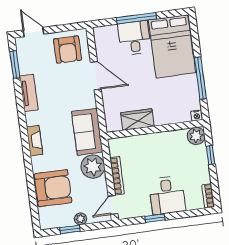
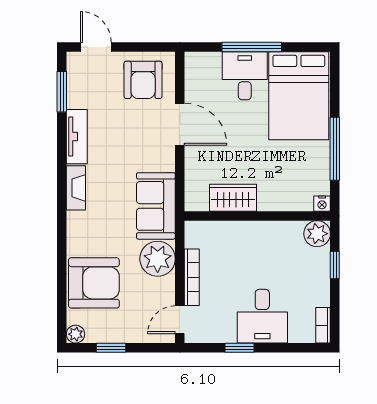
fireplace: (35, 141) -> (76, 188), moved
plant: (81, 219) -> (76, 334), moved

